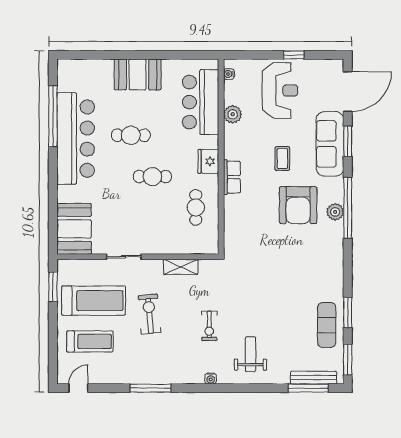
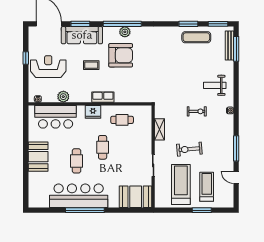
window: (53, 116) -> (85, 210), moved
window: (53, 287) -> (202, 210), moved
door: (78, 388) -> (236, 177), moved

